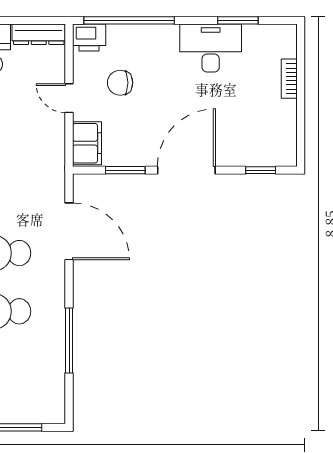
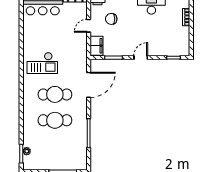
door: (69, 98) -> (89, 26), hinge flipped
door: (186, 170) -> (141, 58), width x0.53
door: (69, 231) -> (89, 85), hinge flipped

